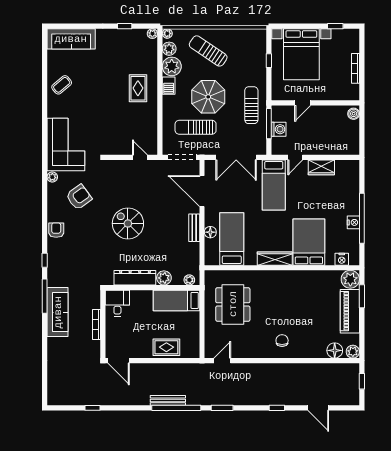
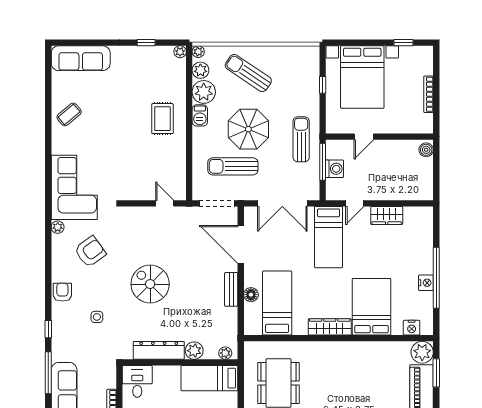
side table: (84, 250) -> (97, 317), added

